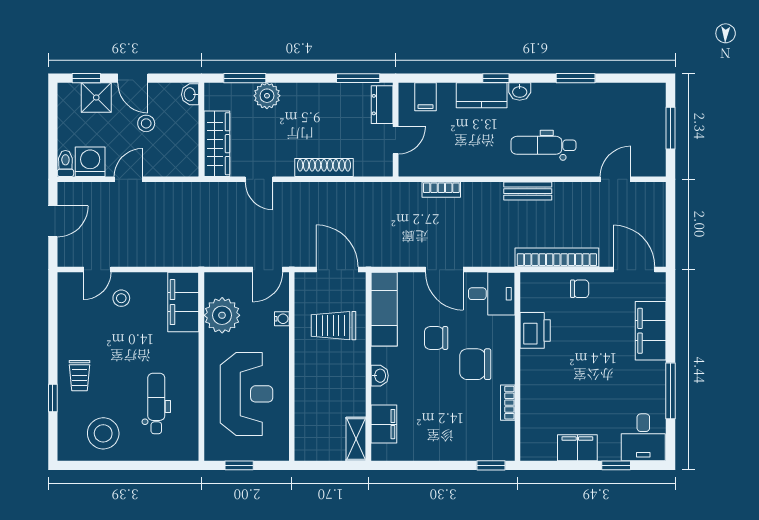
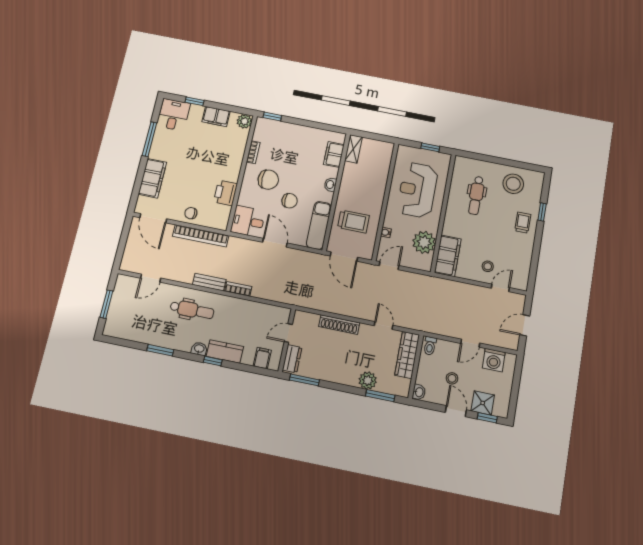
toilet: (65, 163) -> (430, 346), moved
bookcase: (441, 190) -> (238, 289), moved
plant: (532, 449) -> (244, 121), added

